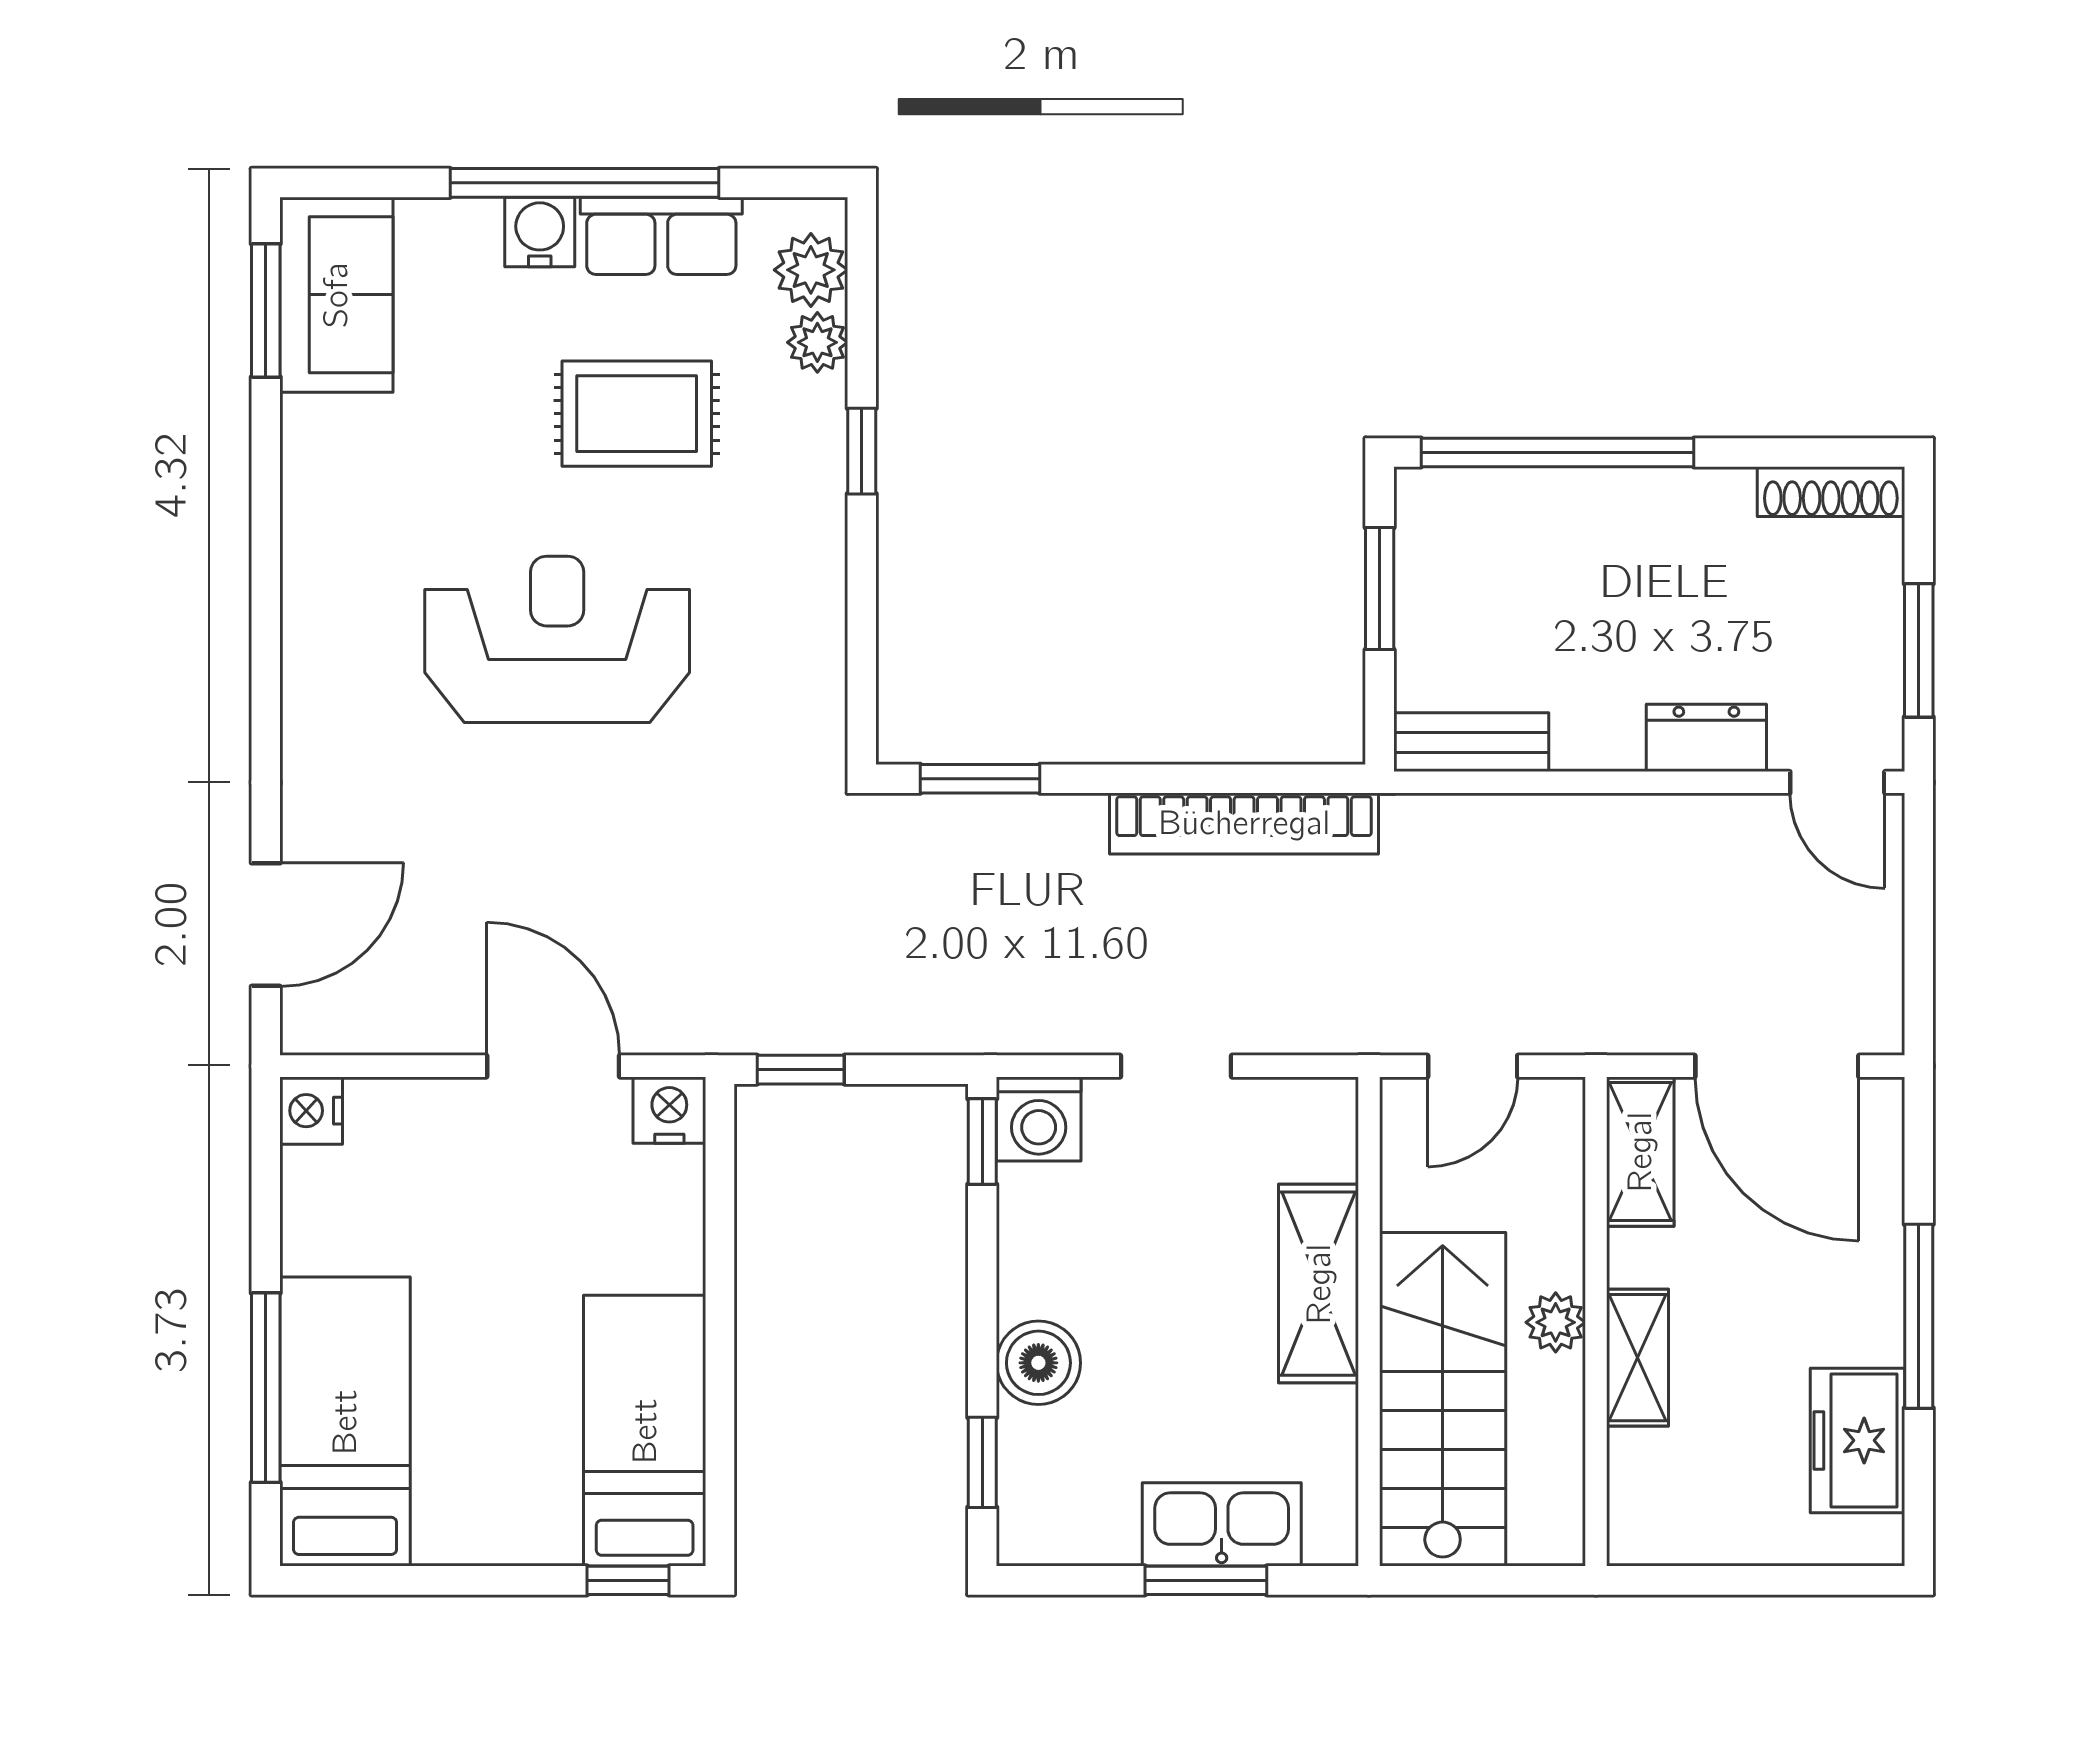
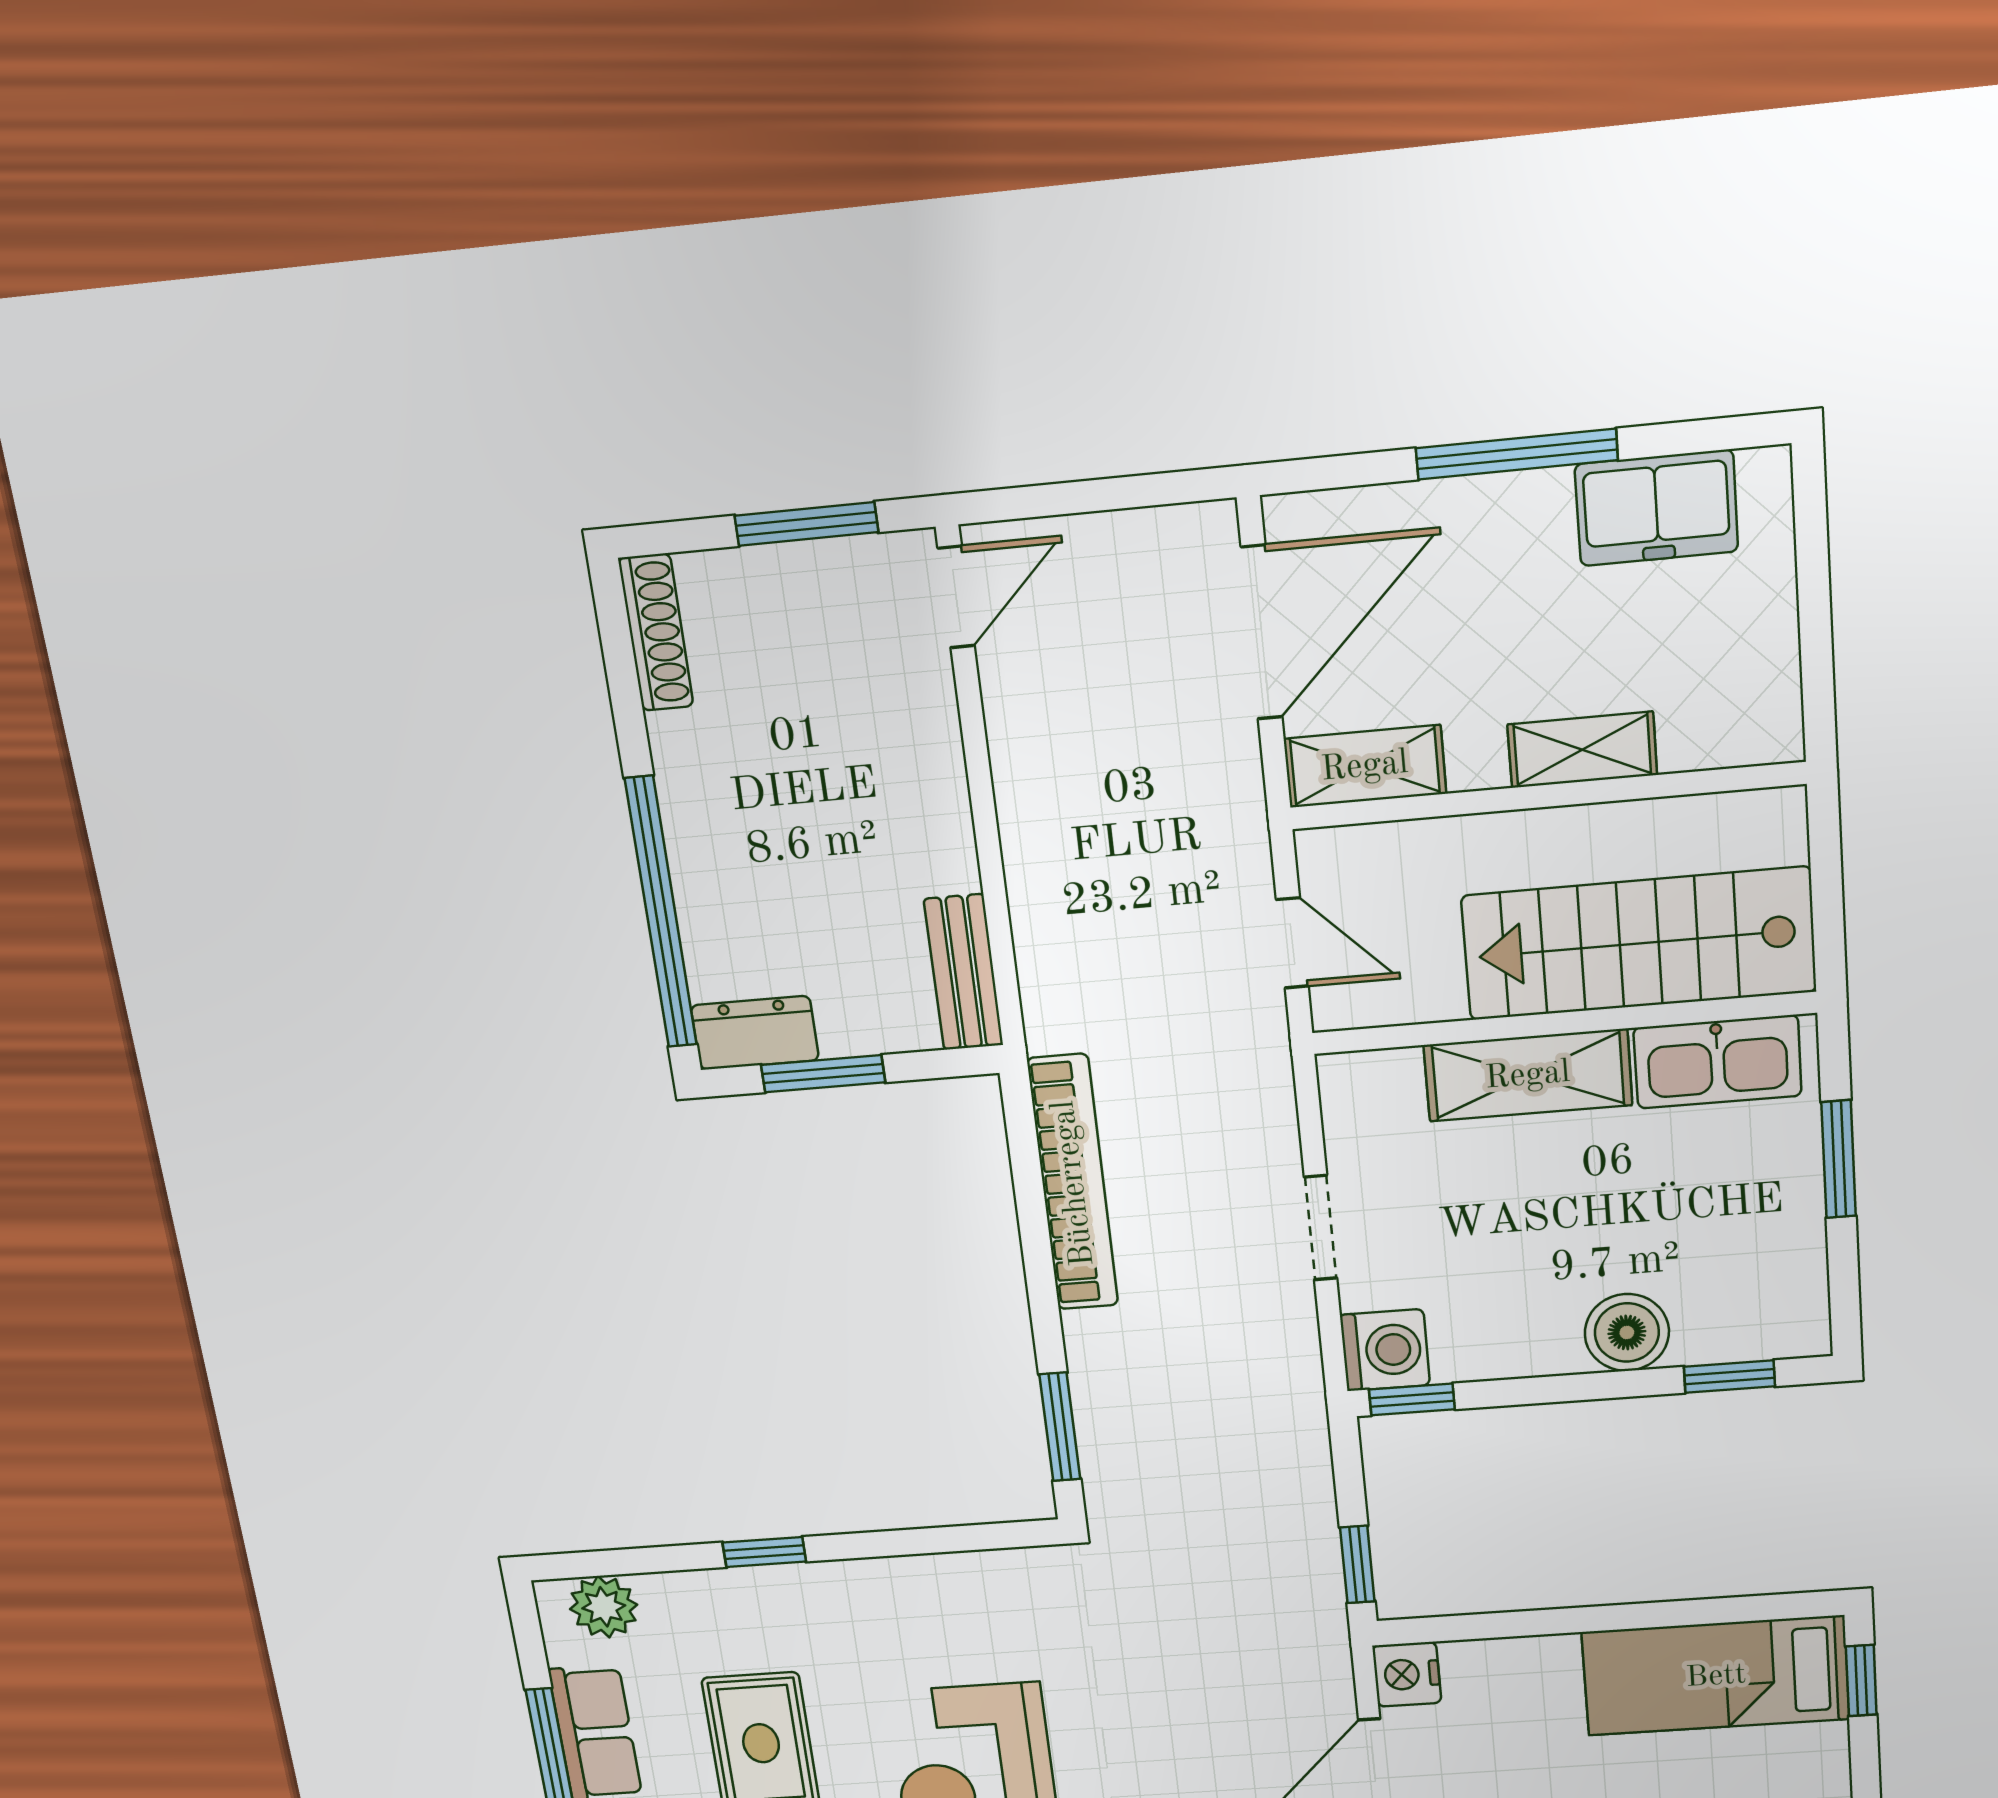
plant: (817, 342) -> (670, 1597), removed
dresser: (1706, 738) -> (755, 1033), moved, turned 90
plant: (1556, 1322) -> (1551, 837), removed
kitchen sink: (1222, 1524) -> (1718, 1062), moved, turned -90

